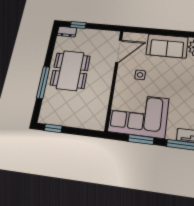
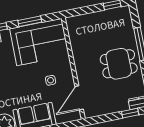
dining table: (70, 70) -> (119, 64), width x0.73

